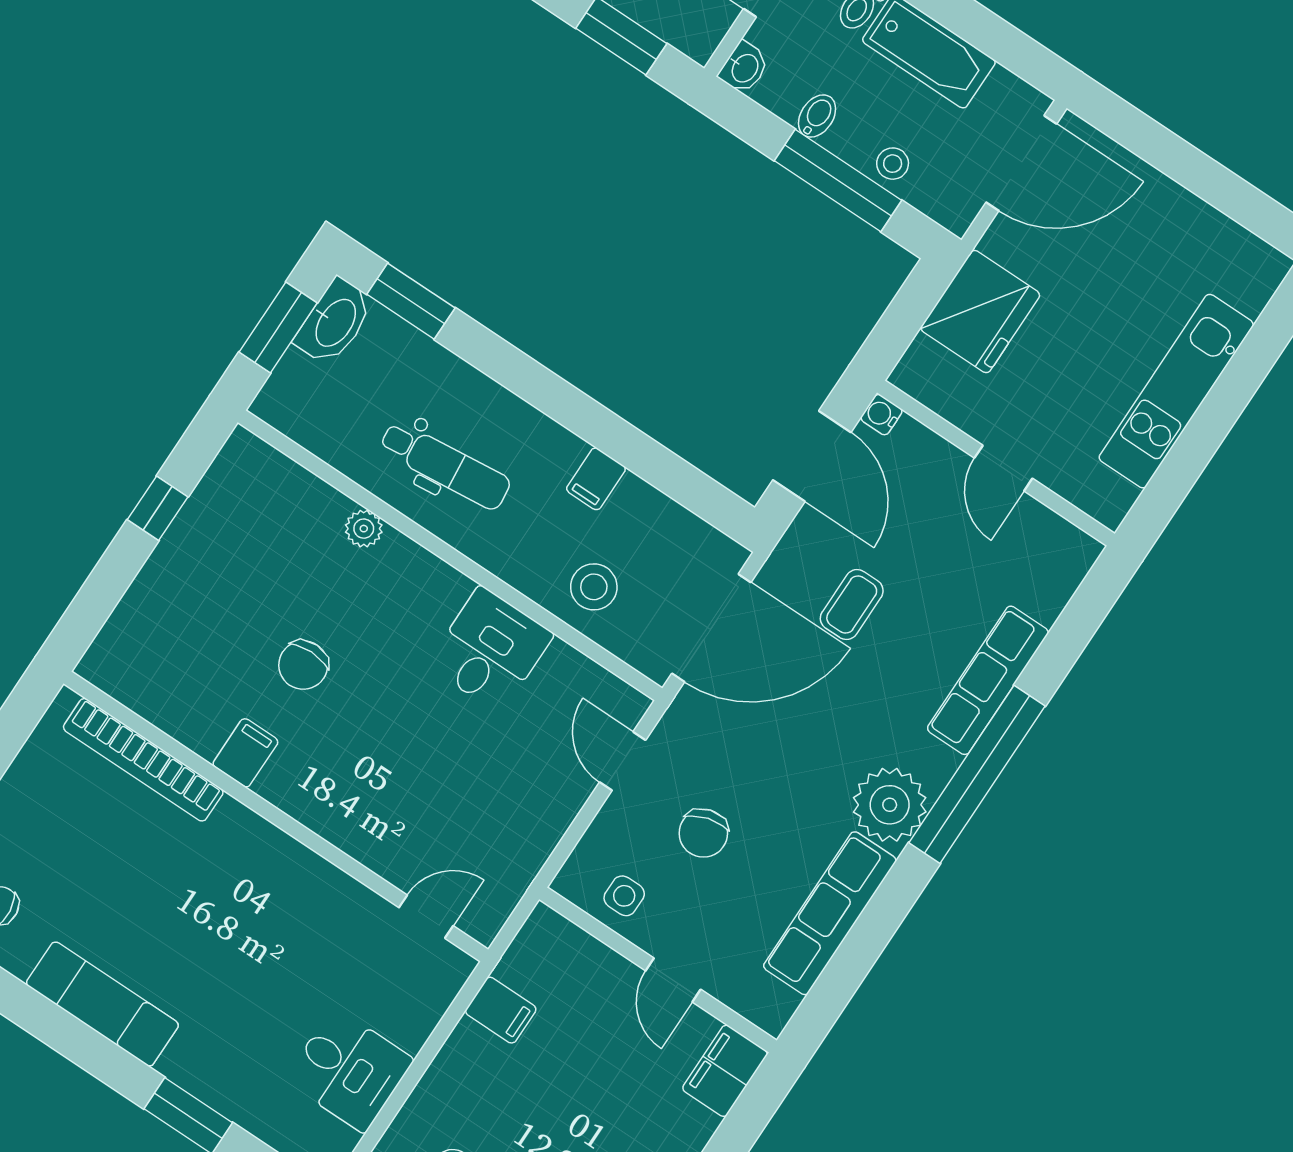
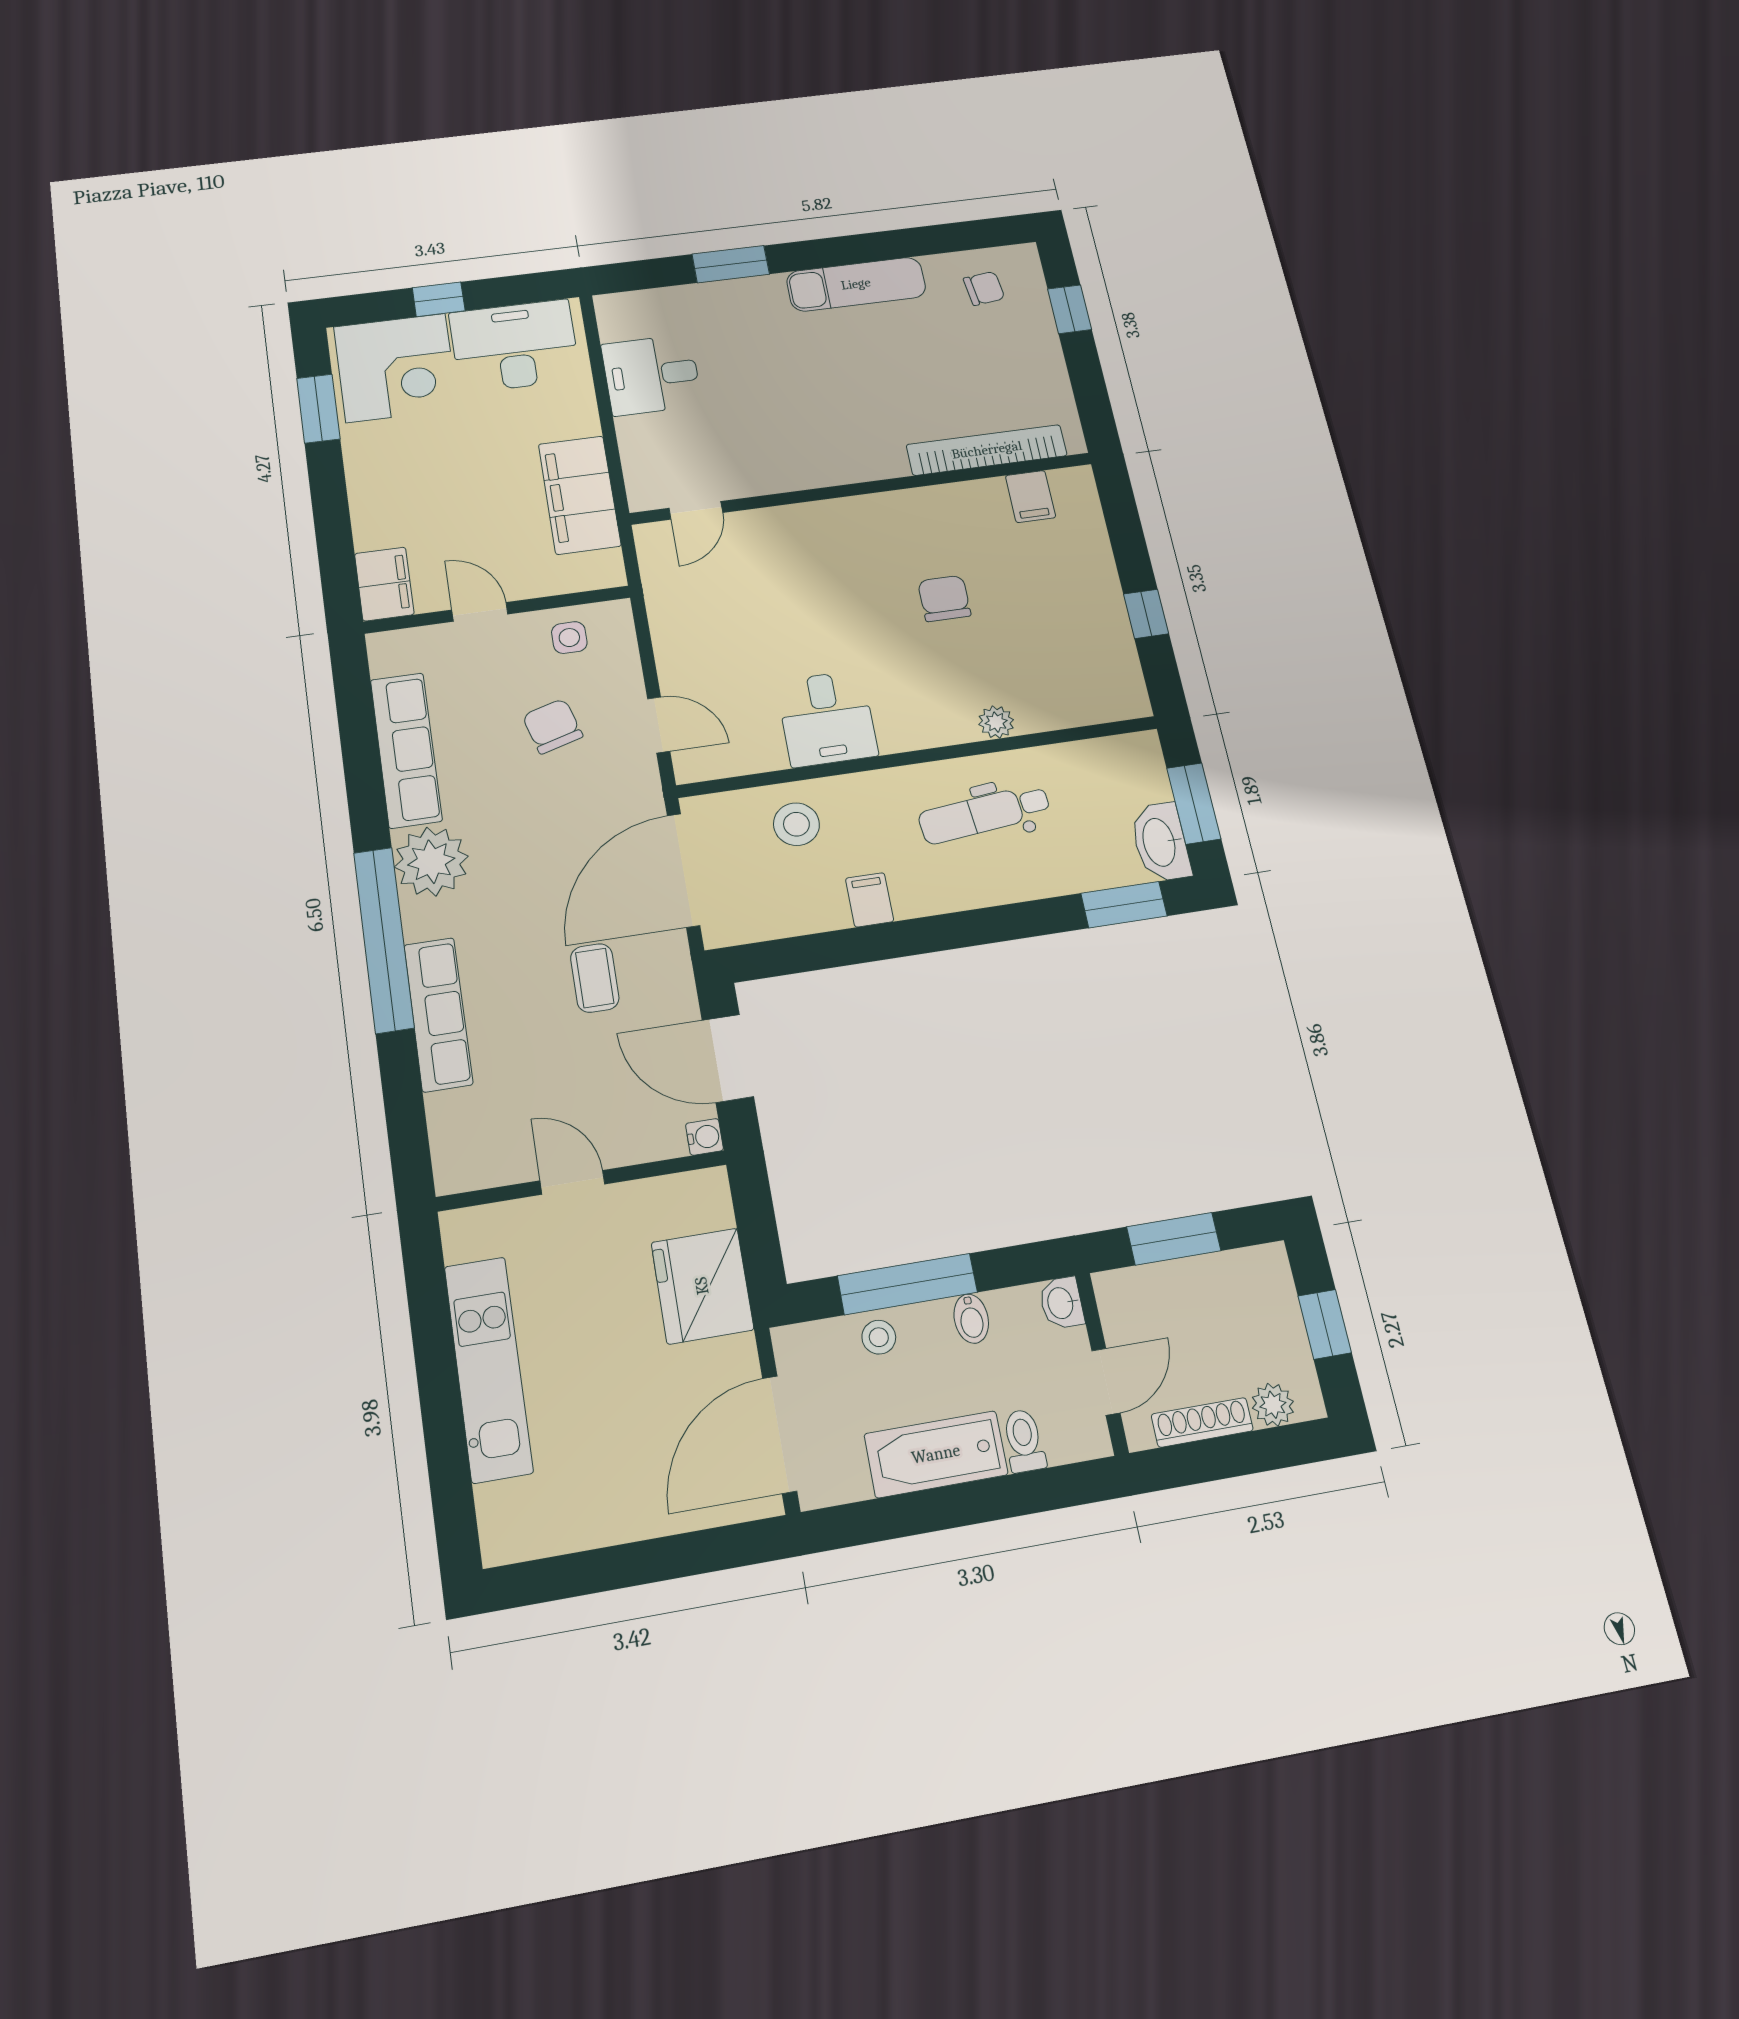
filing cabinet: (245, 753) -> (1030, 497), moved
filing cabinet: (501, 1010) -> (580, 495), width x3.00, depth x1.17

